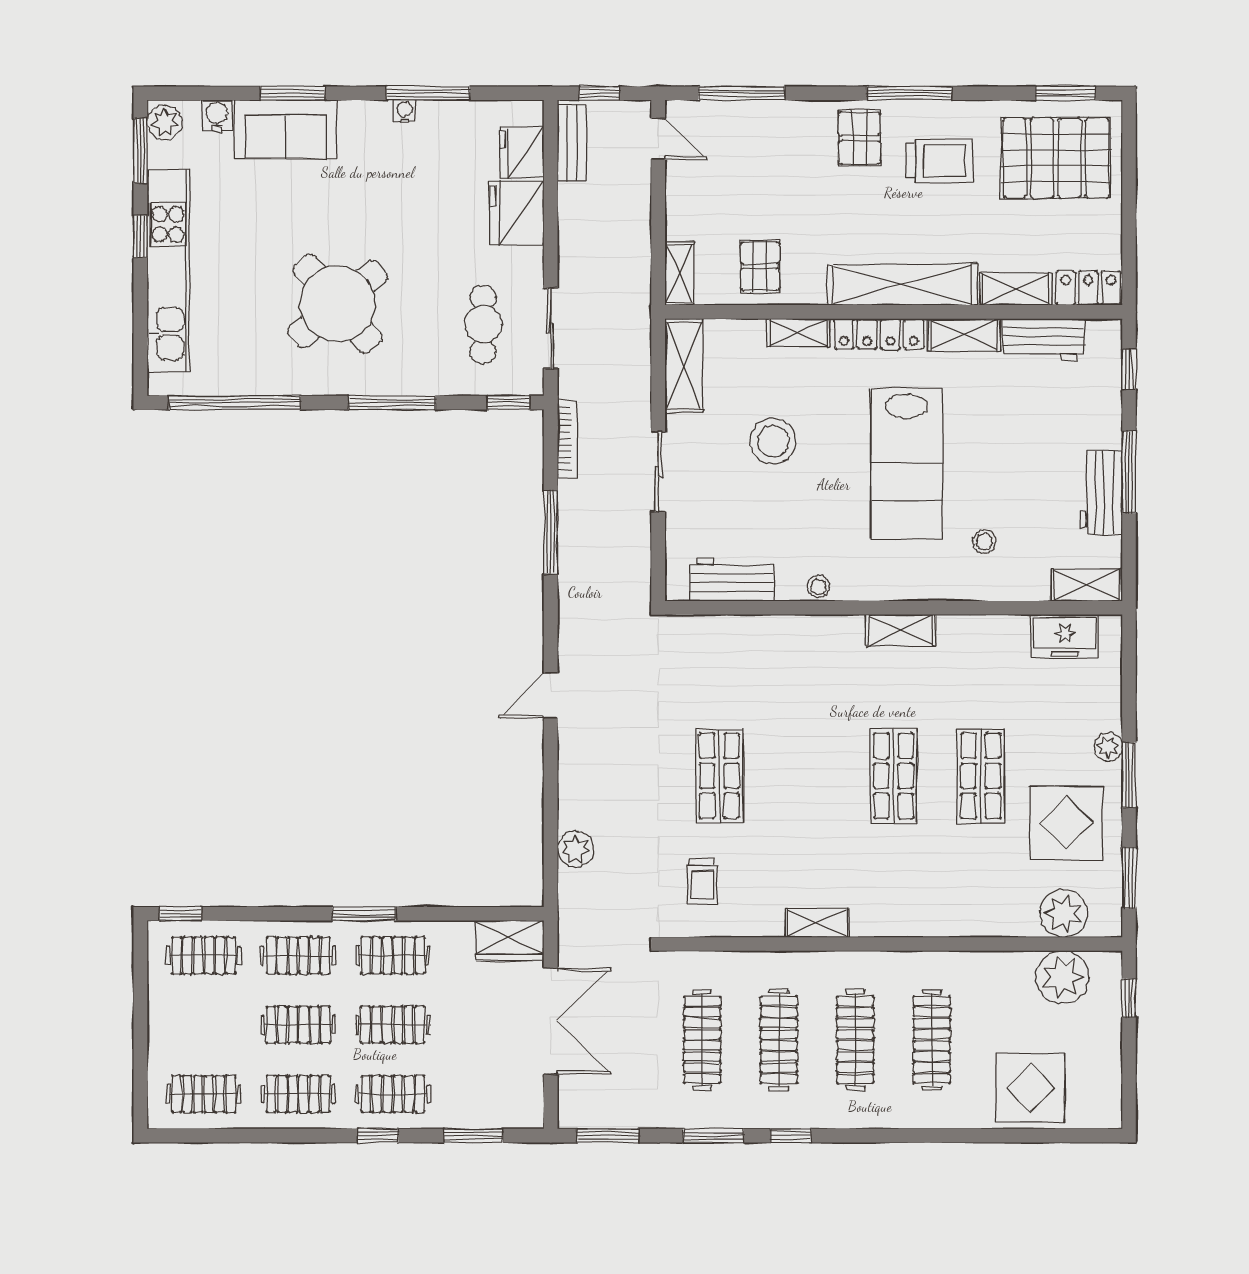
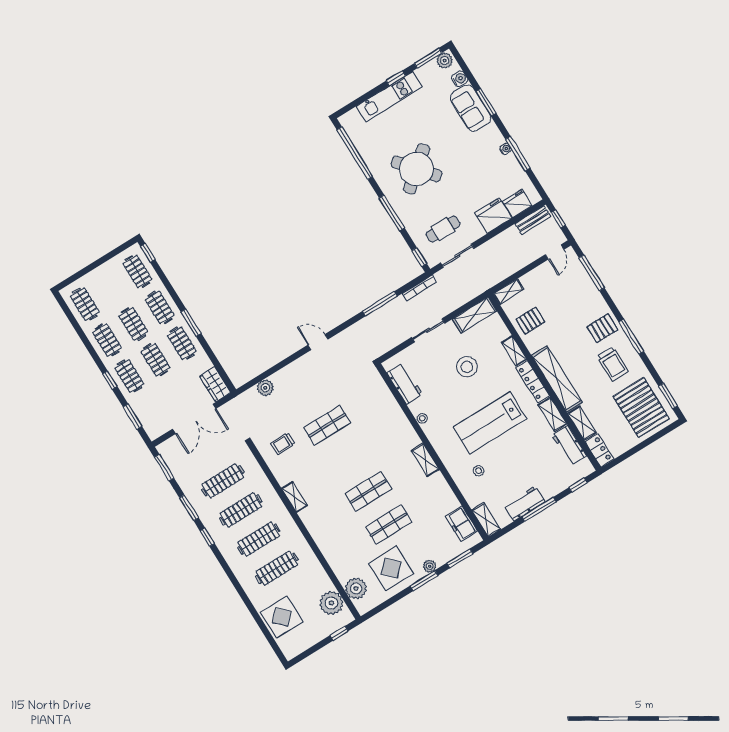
kitchen unit: (168, 271) -> (389, 97), width x0.73
window: (1129, 878) -> (460, 558), moved

